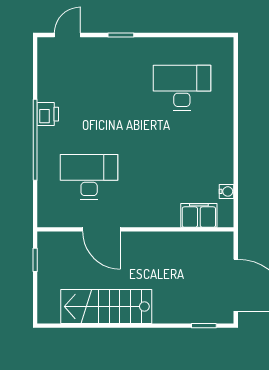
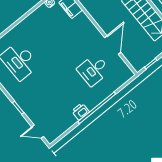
desk: (89, 177) -> (94, 70), width x0.73

